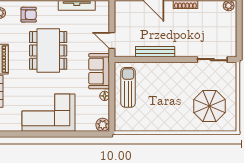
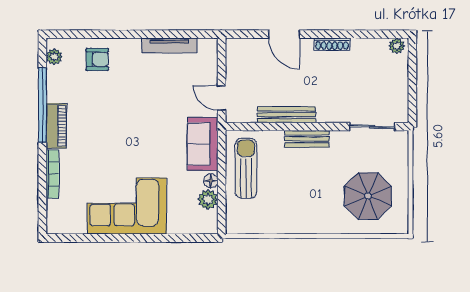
dining table: (48, 50) -> (126, 113), removed
bench: (169, 68) -> (307, 139), added
plant: (103, 125) -> (208, 199), moved

